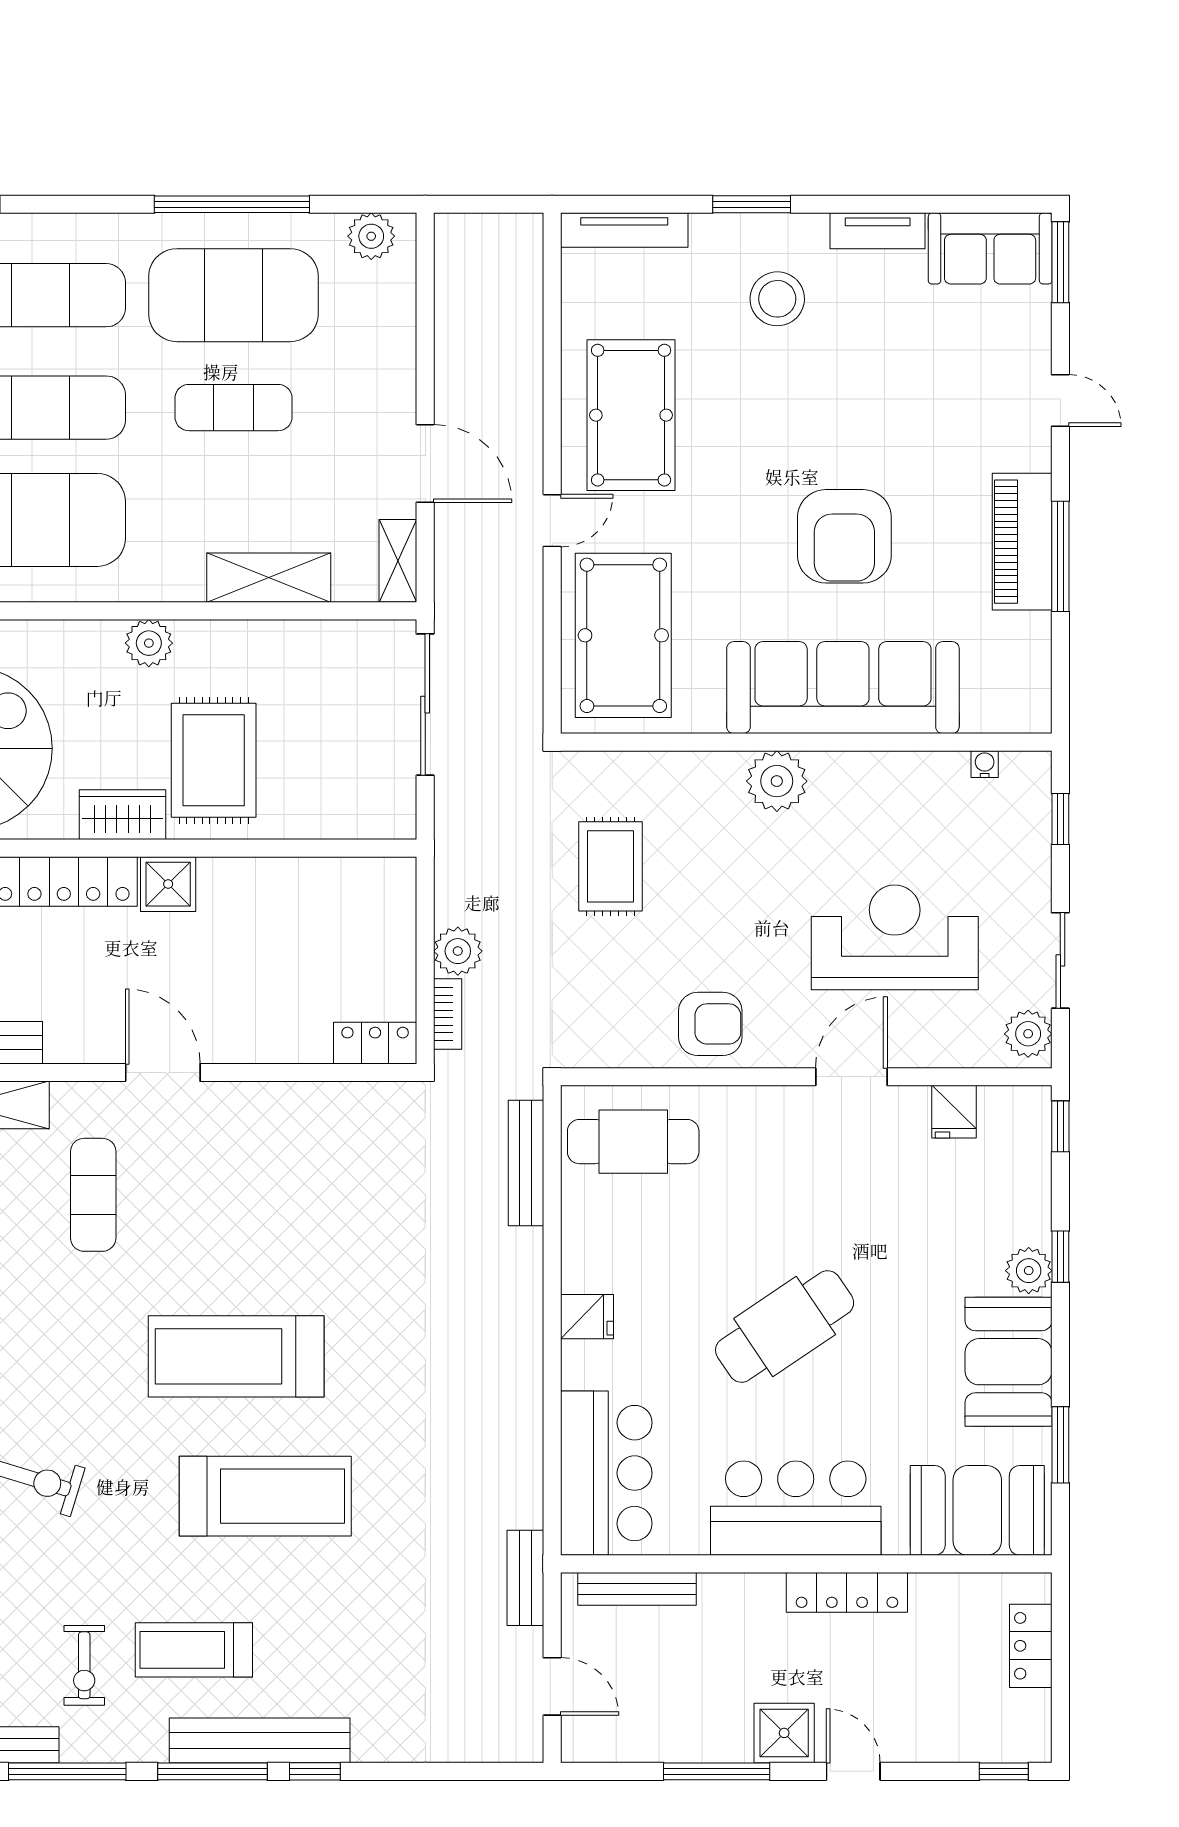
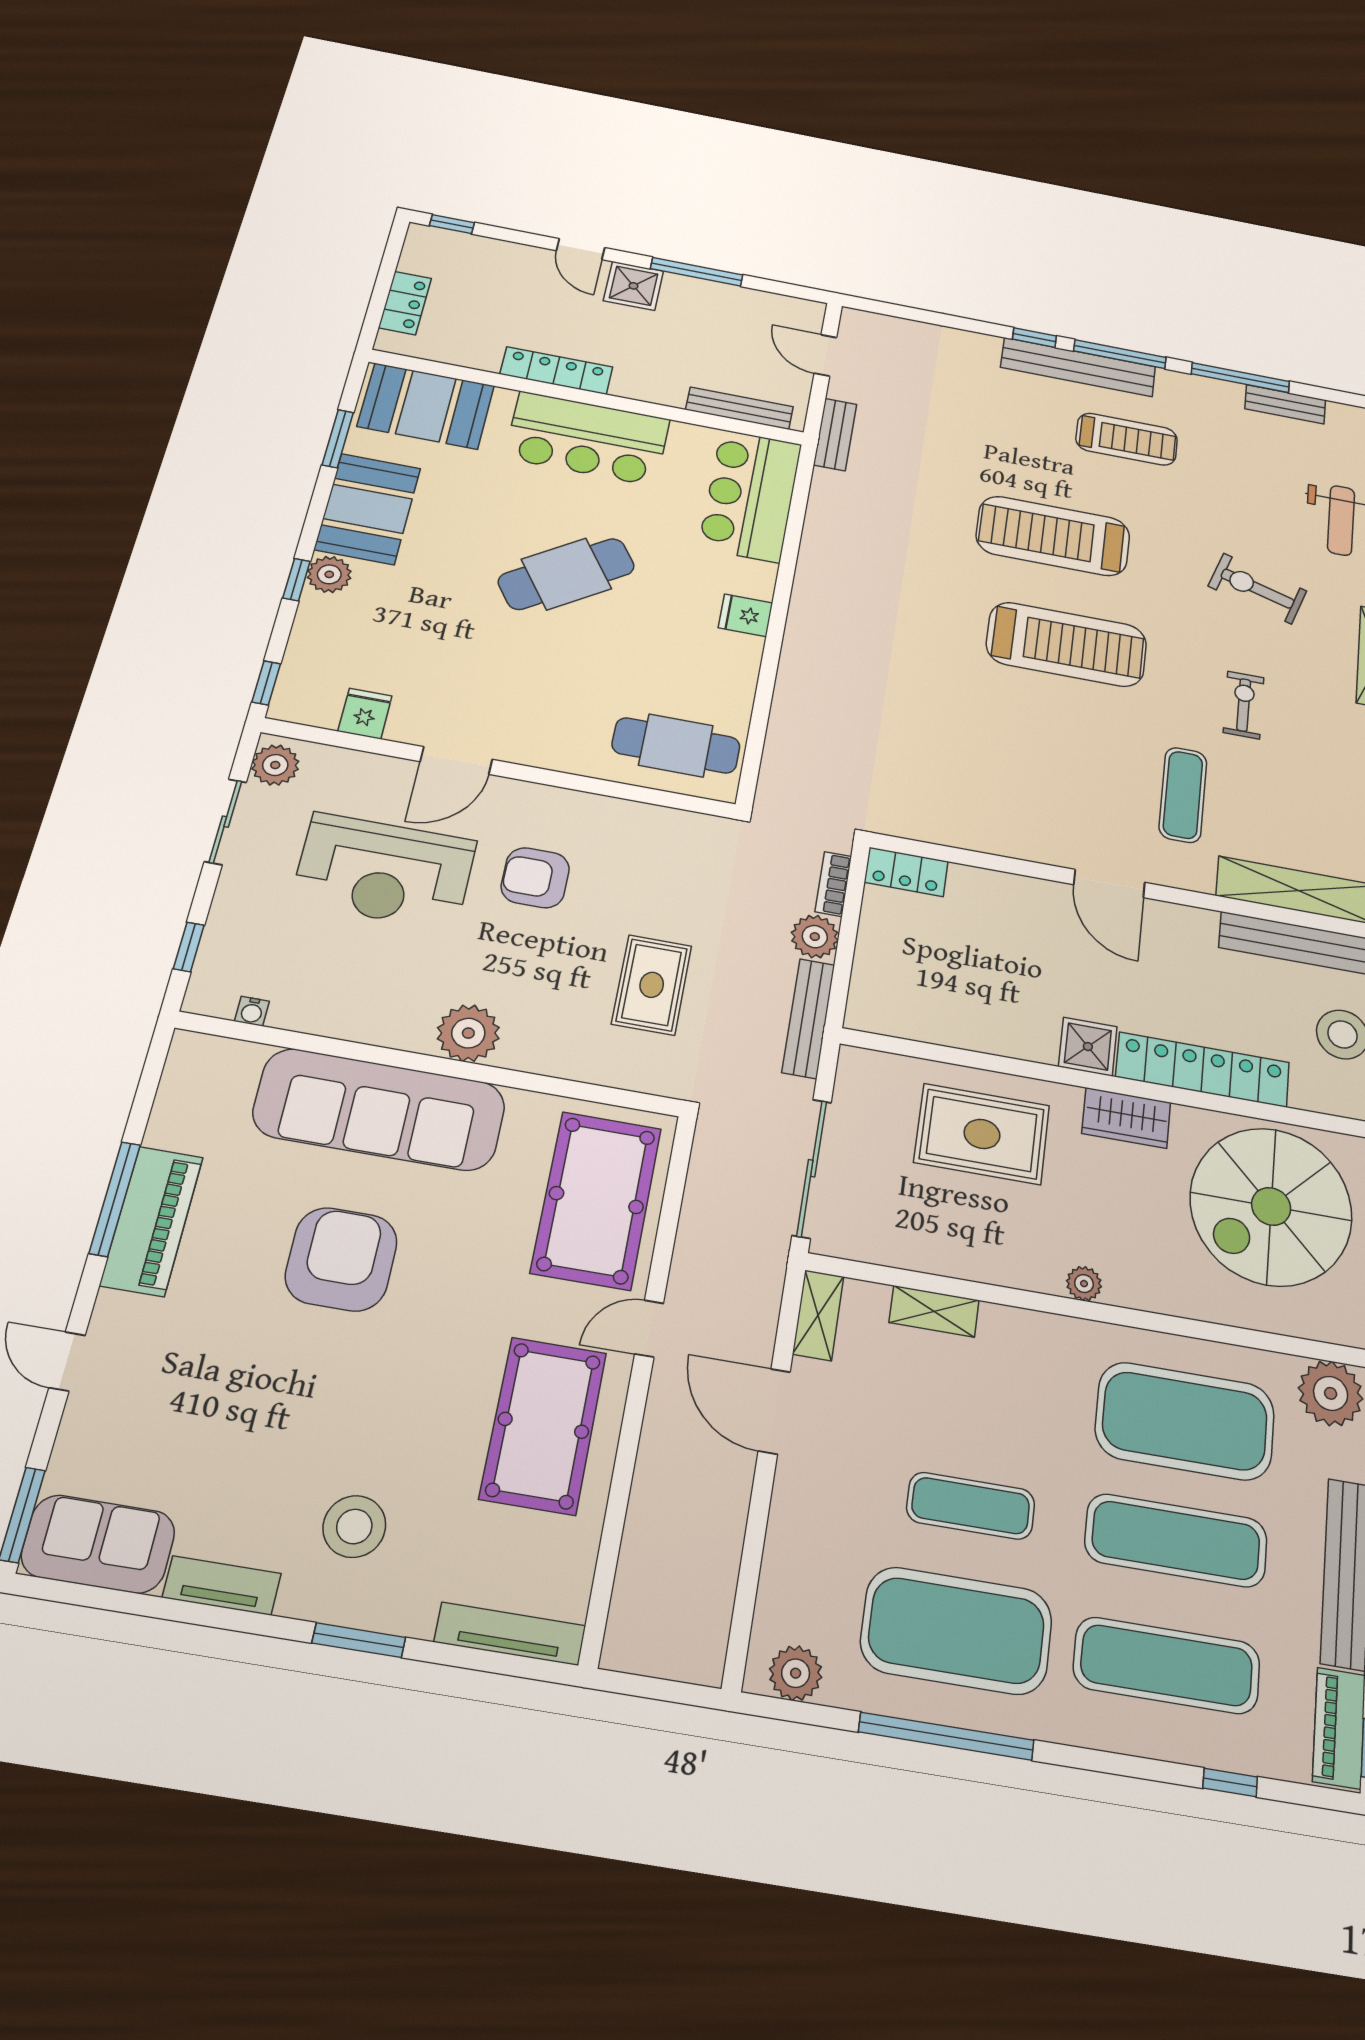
shelving: (269, 578) -> (934, 1311), width x0.67, depth x0.75
plant: (149, 643) -> (1084, 1284), width x0.73, depth x0.73
rug: (214, 760) -> (982, 1134), moved, turned 90
armchair: (710, 1024) -> (535, 878), moved
bench: (526, 1163) -> (808, 1018), moved
exercise bike: (84, 1665) -> (1244, 705), moved

